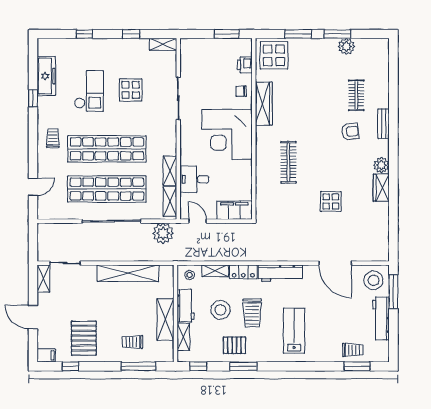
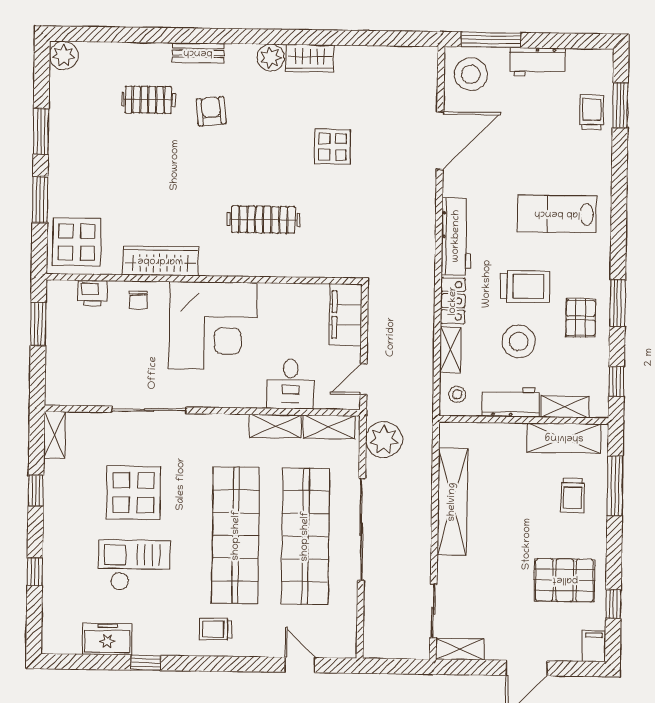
plant: (346, 46) -> (64, 55), moved
freezer: (46, 76) -> (107, 639), width x0.71
display table: (131, 90) -> (133, 493), width x1.36, depth x1.36
workbench: (381, 318) -> (537, 62), width x0.73
shelving: (165, 319) -> (564, 438), moved

